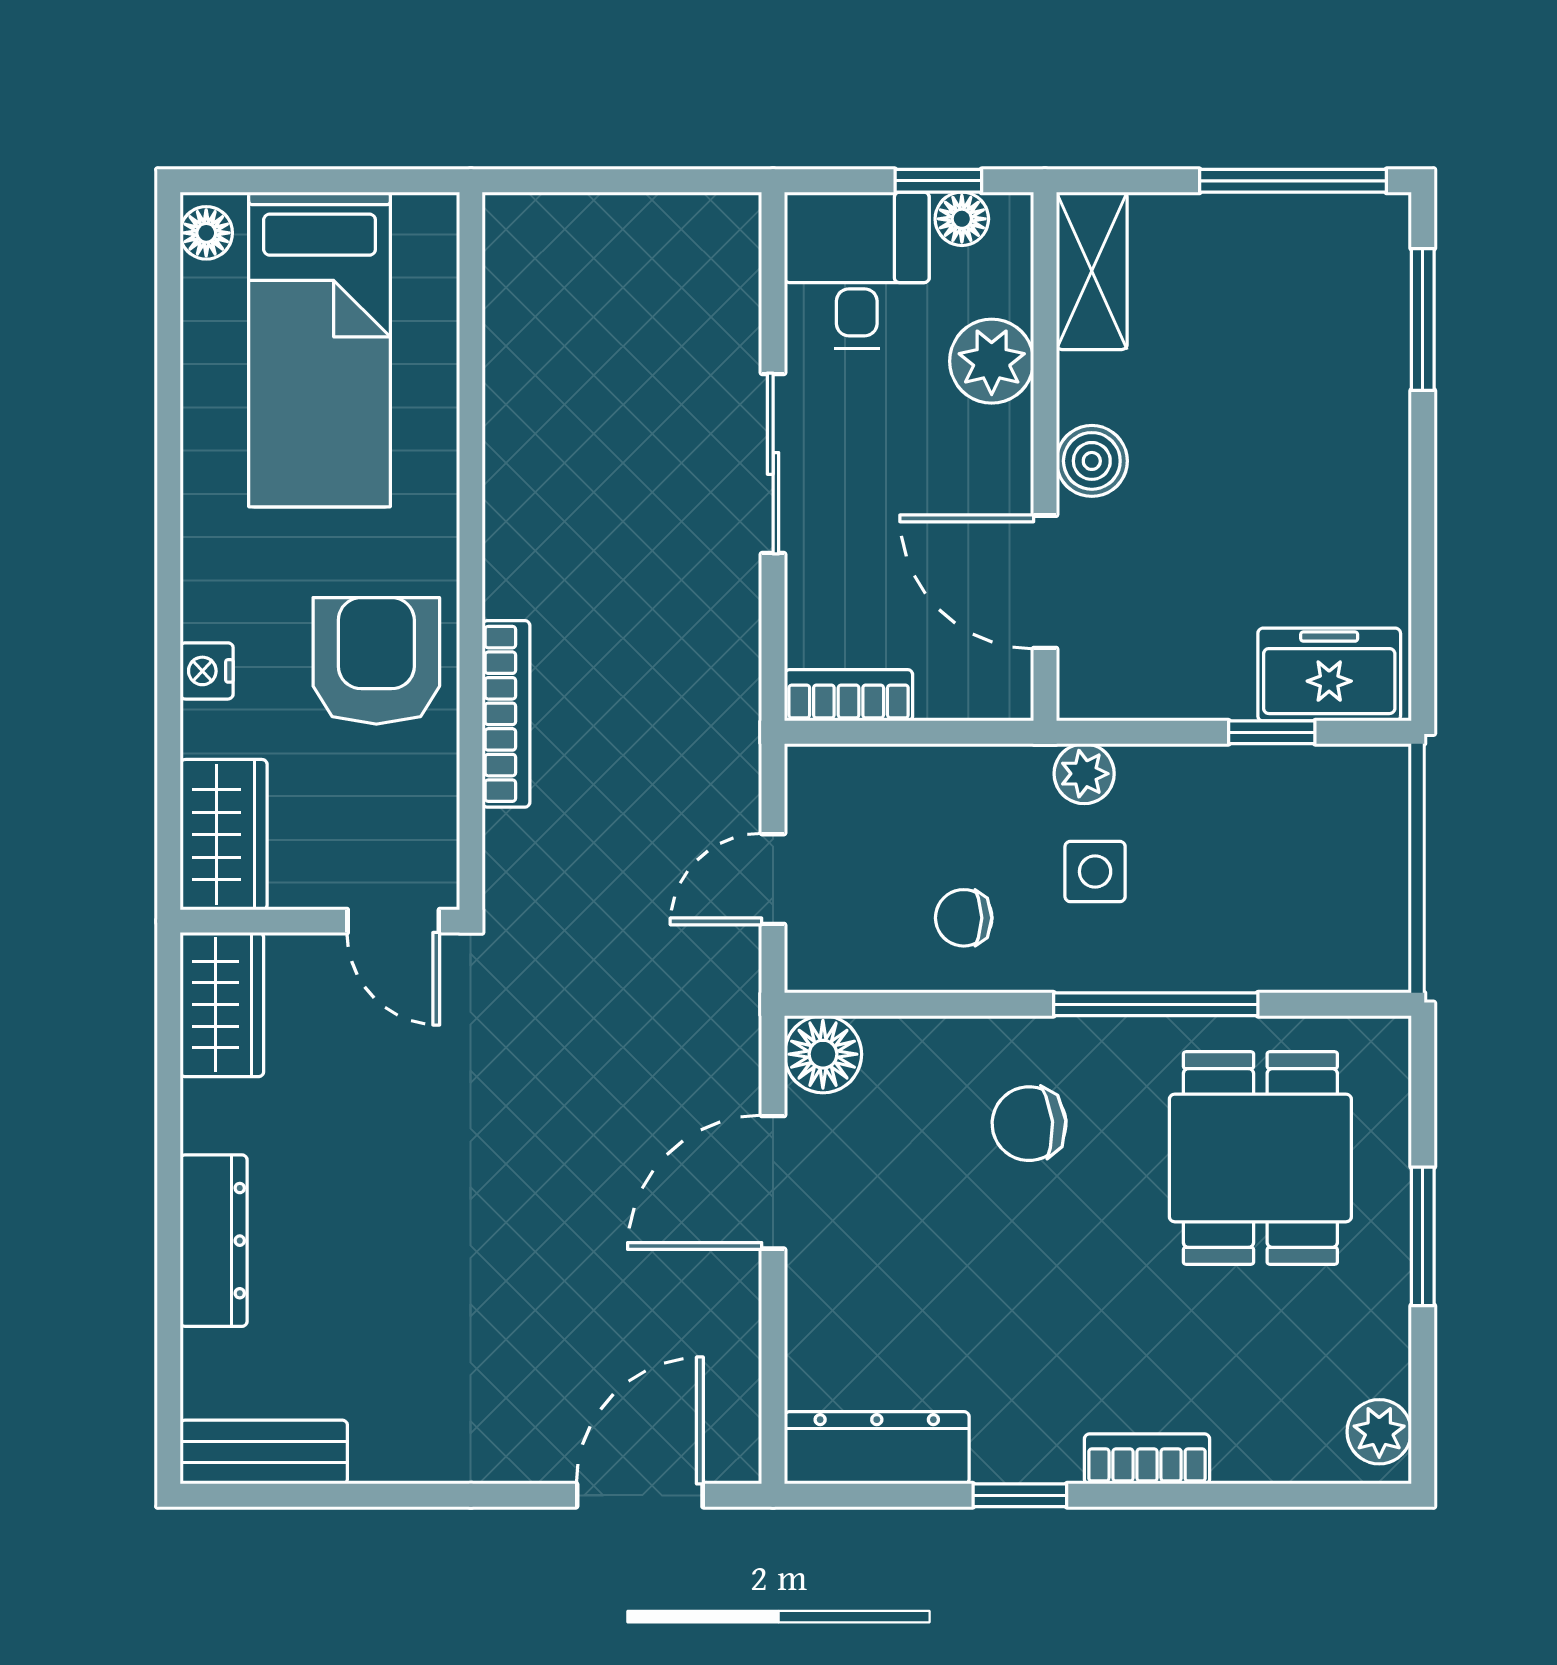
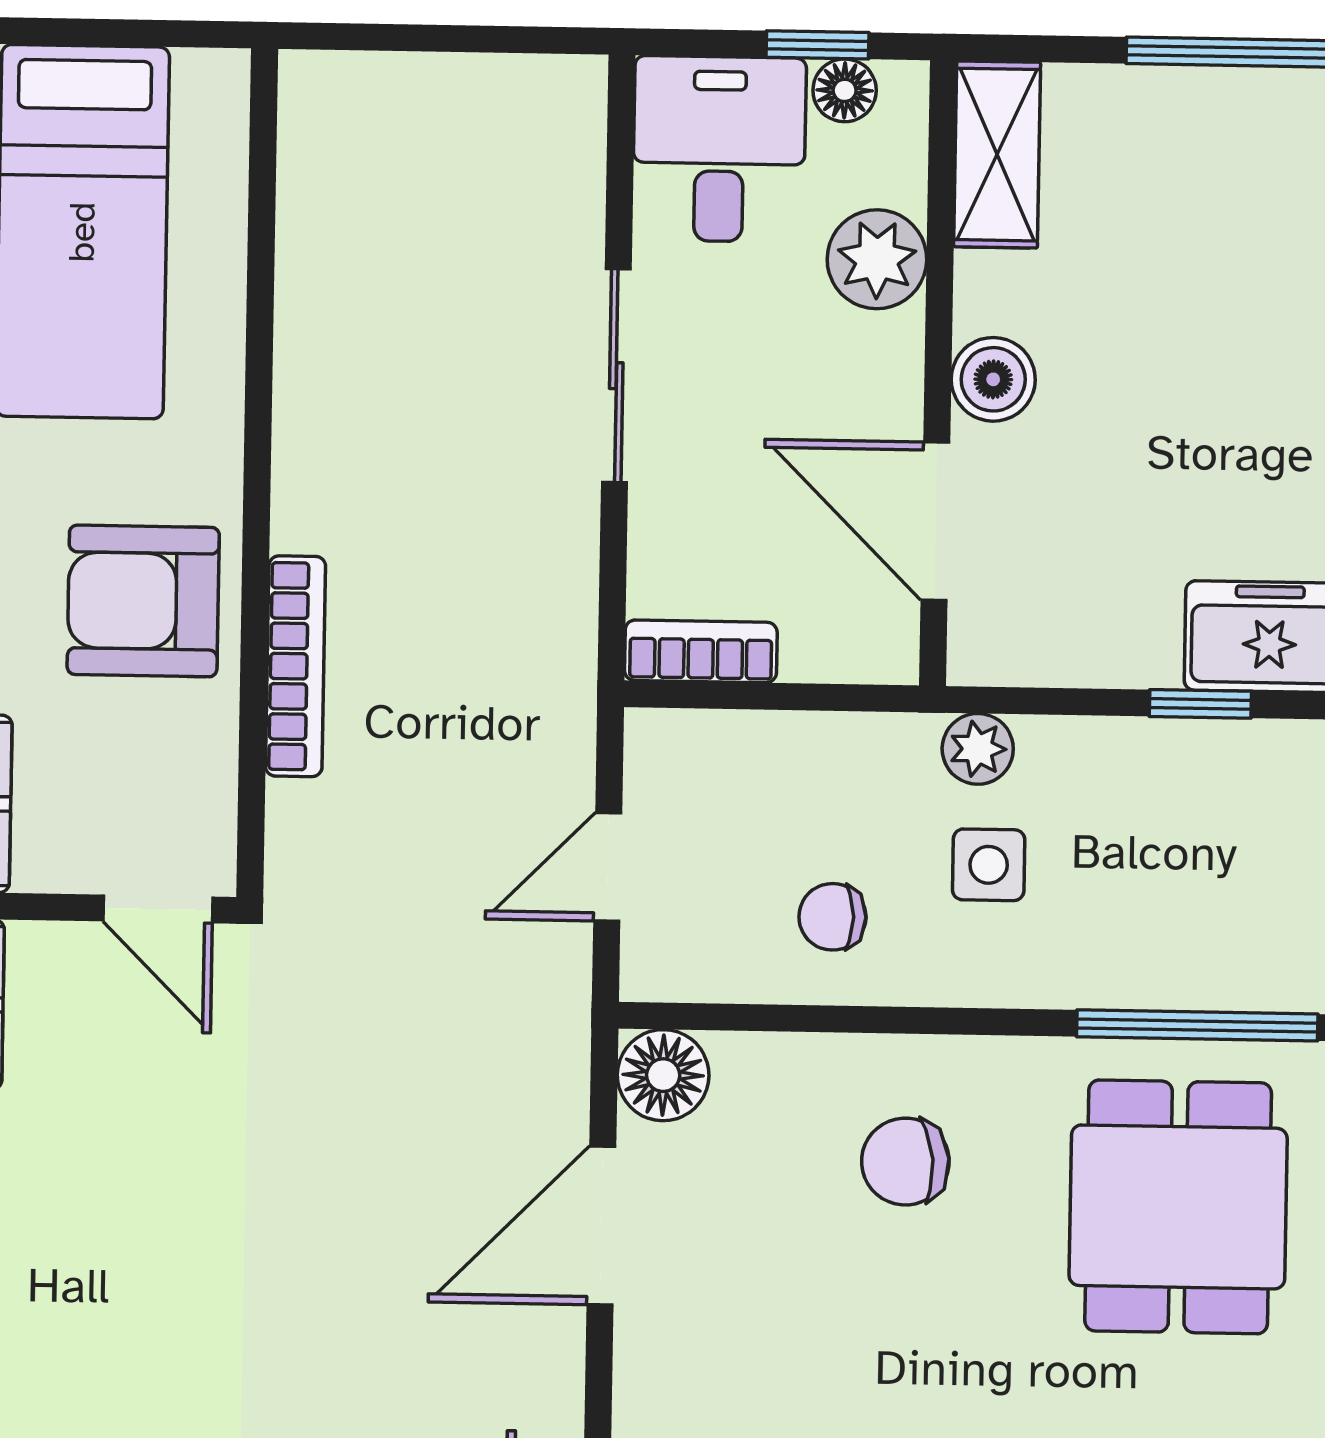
armchair: (376, 661) -> (143, 601), turned -90
window: (1156, 1004) -> (1197, 1025), moved

